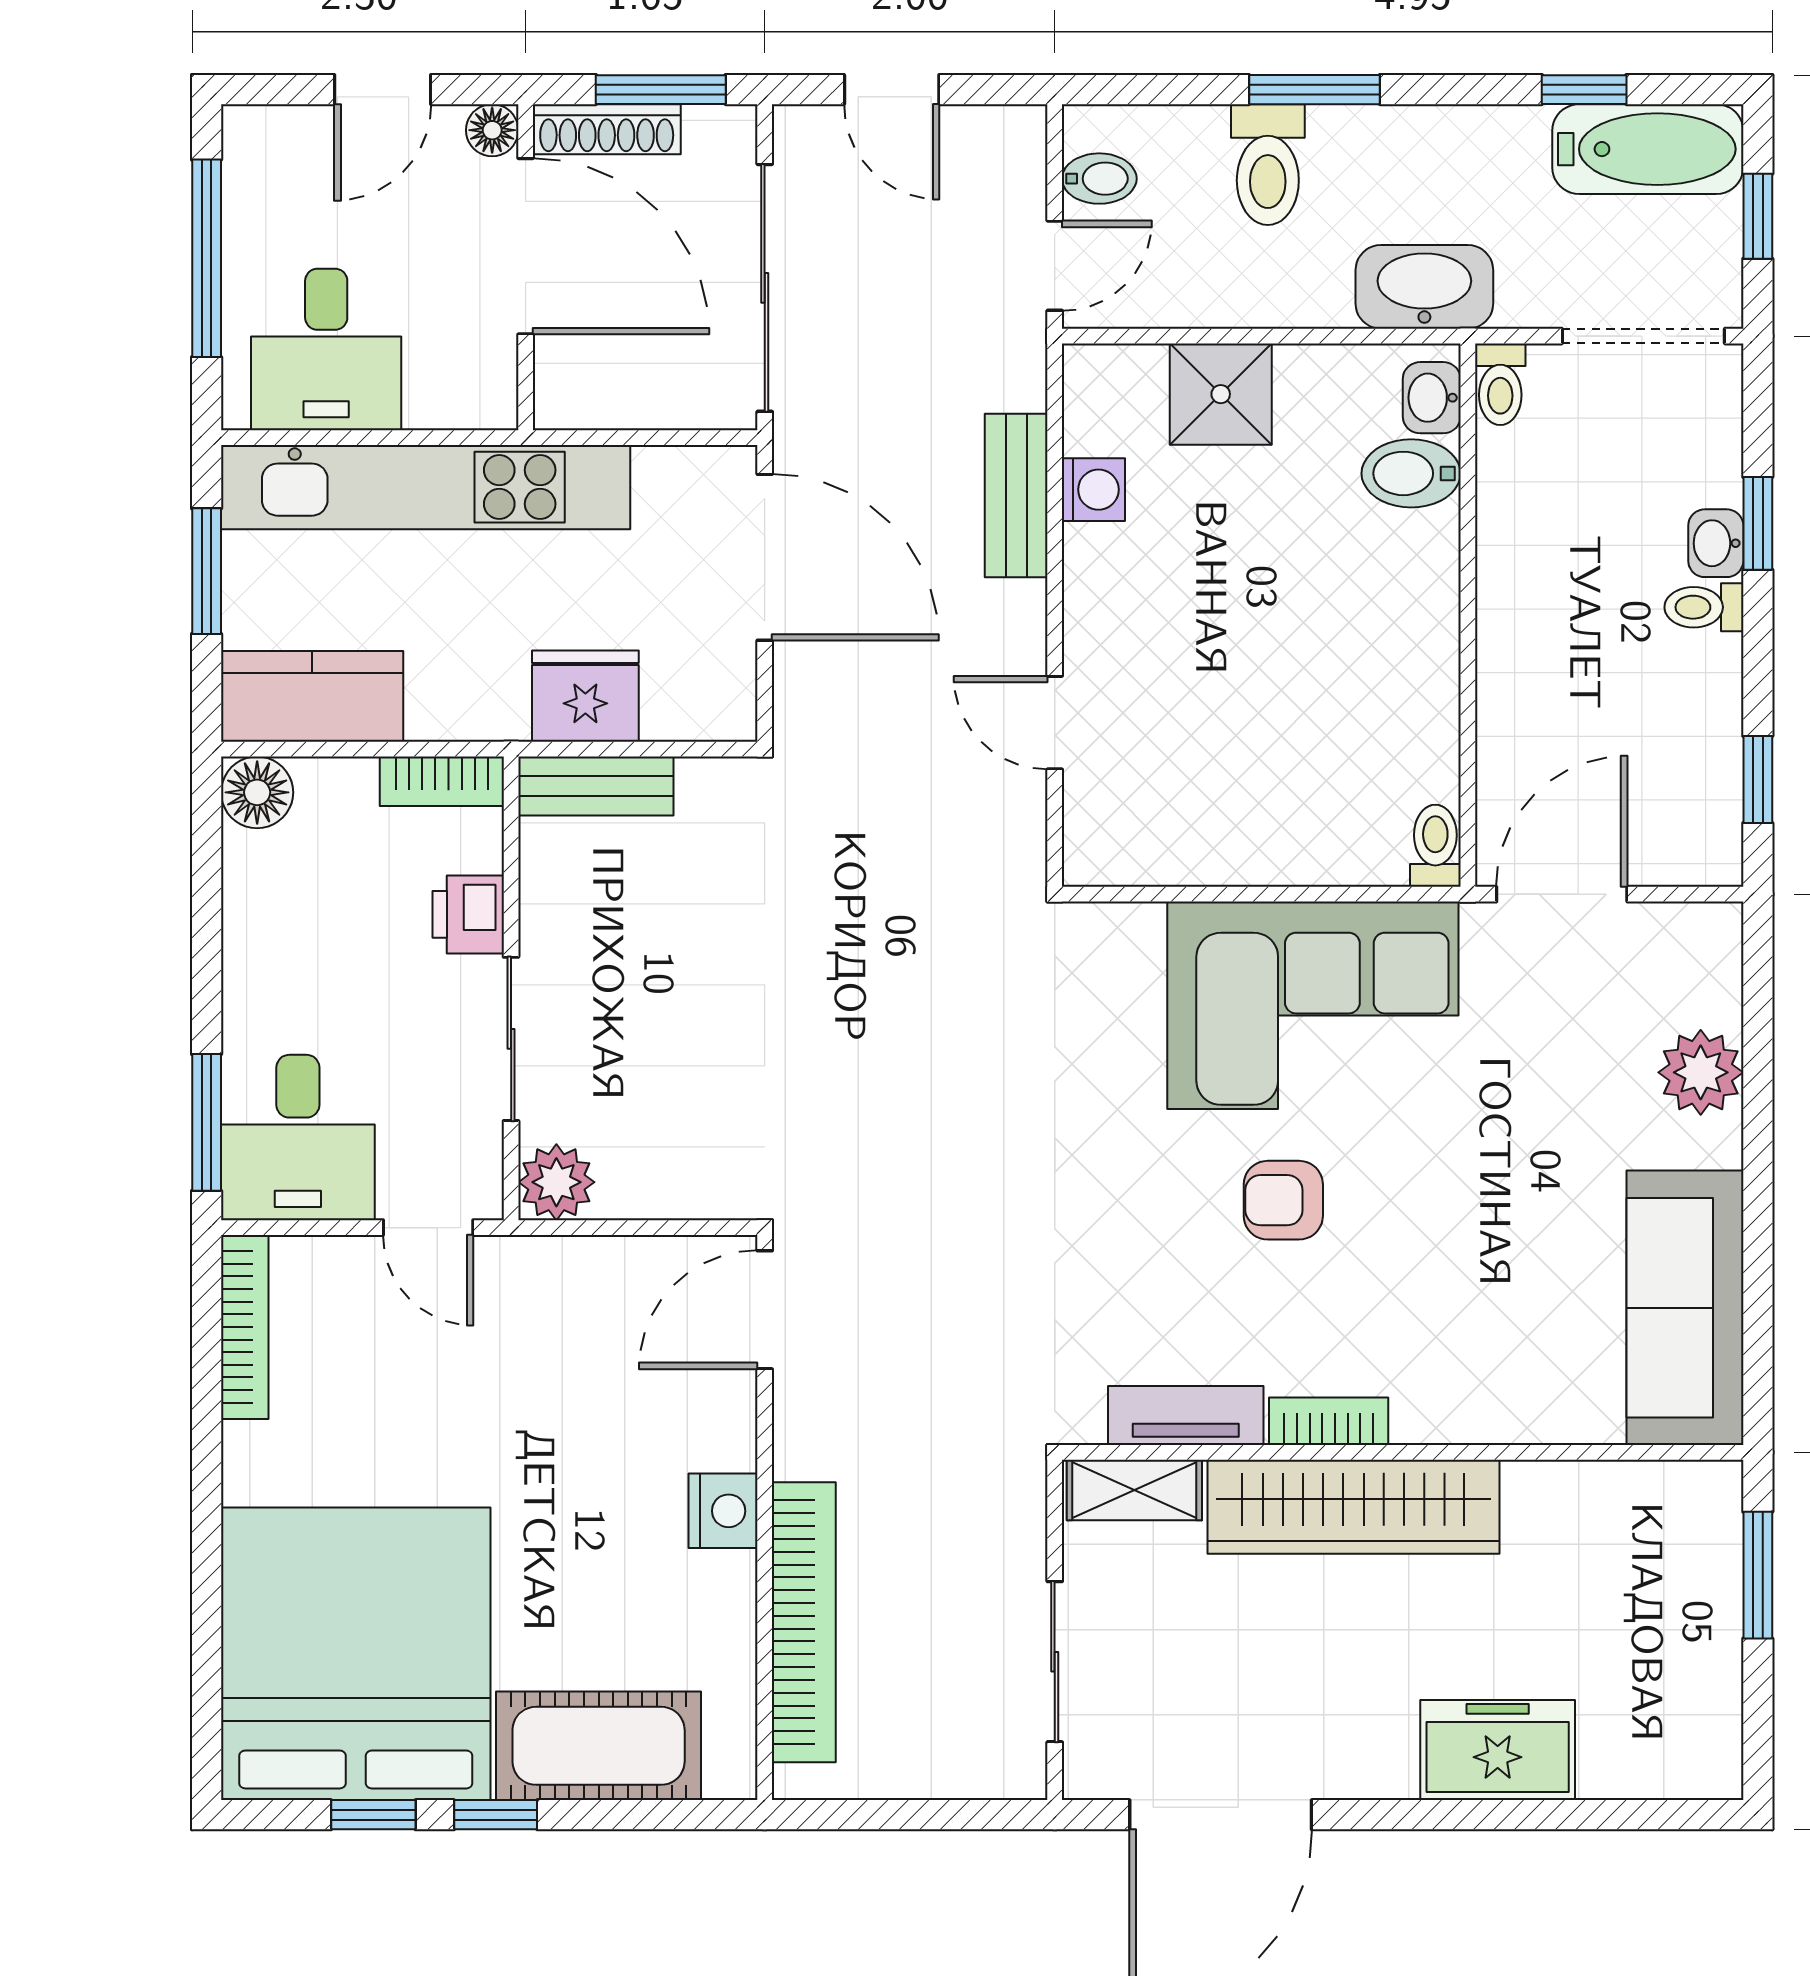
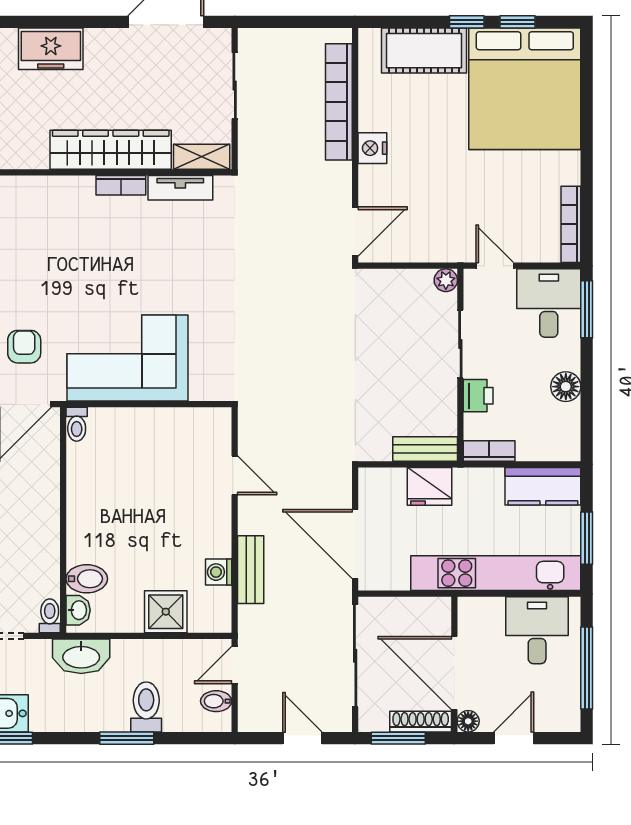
floor lamp: (257, 792) -> (566, 387), moved
plant: (556, 1182) -> (446, 280), width x0.73, depth x0.73
armchair: (1283, 1200) -> (24, 347), moved, turned -90

